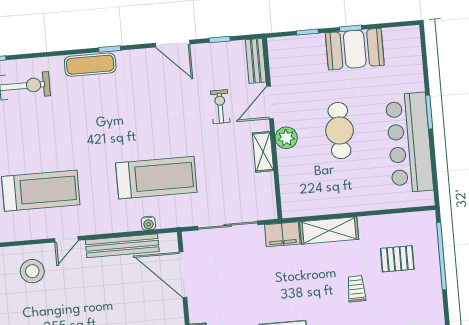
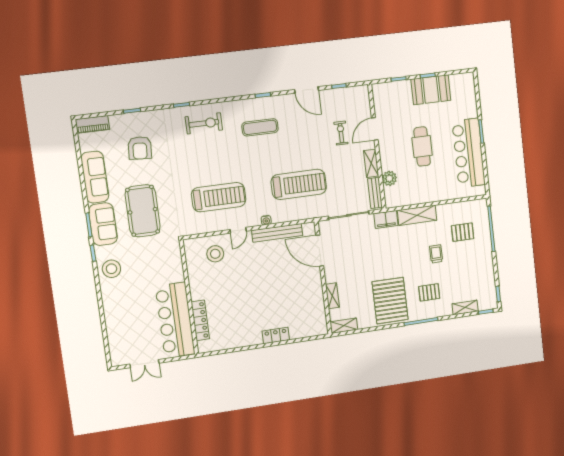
bench: (256, 61) -> (375, 193), moved
exercise mat: (90, 65) -> (260, 127), moved
plant: (286, 138) -> (389, 178), moved
water cooler: (148, 223) -> (266, 220), moved

